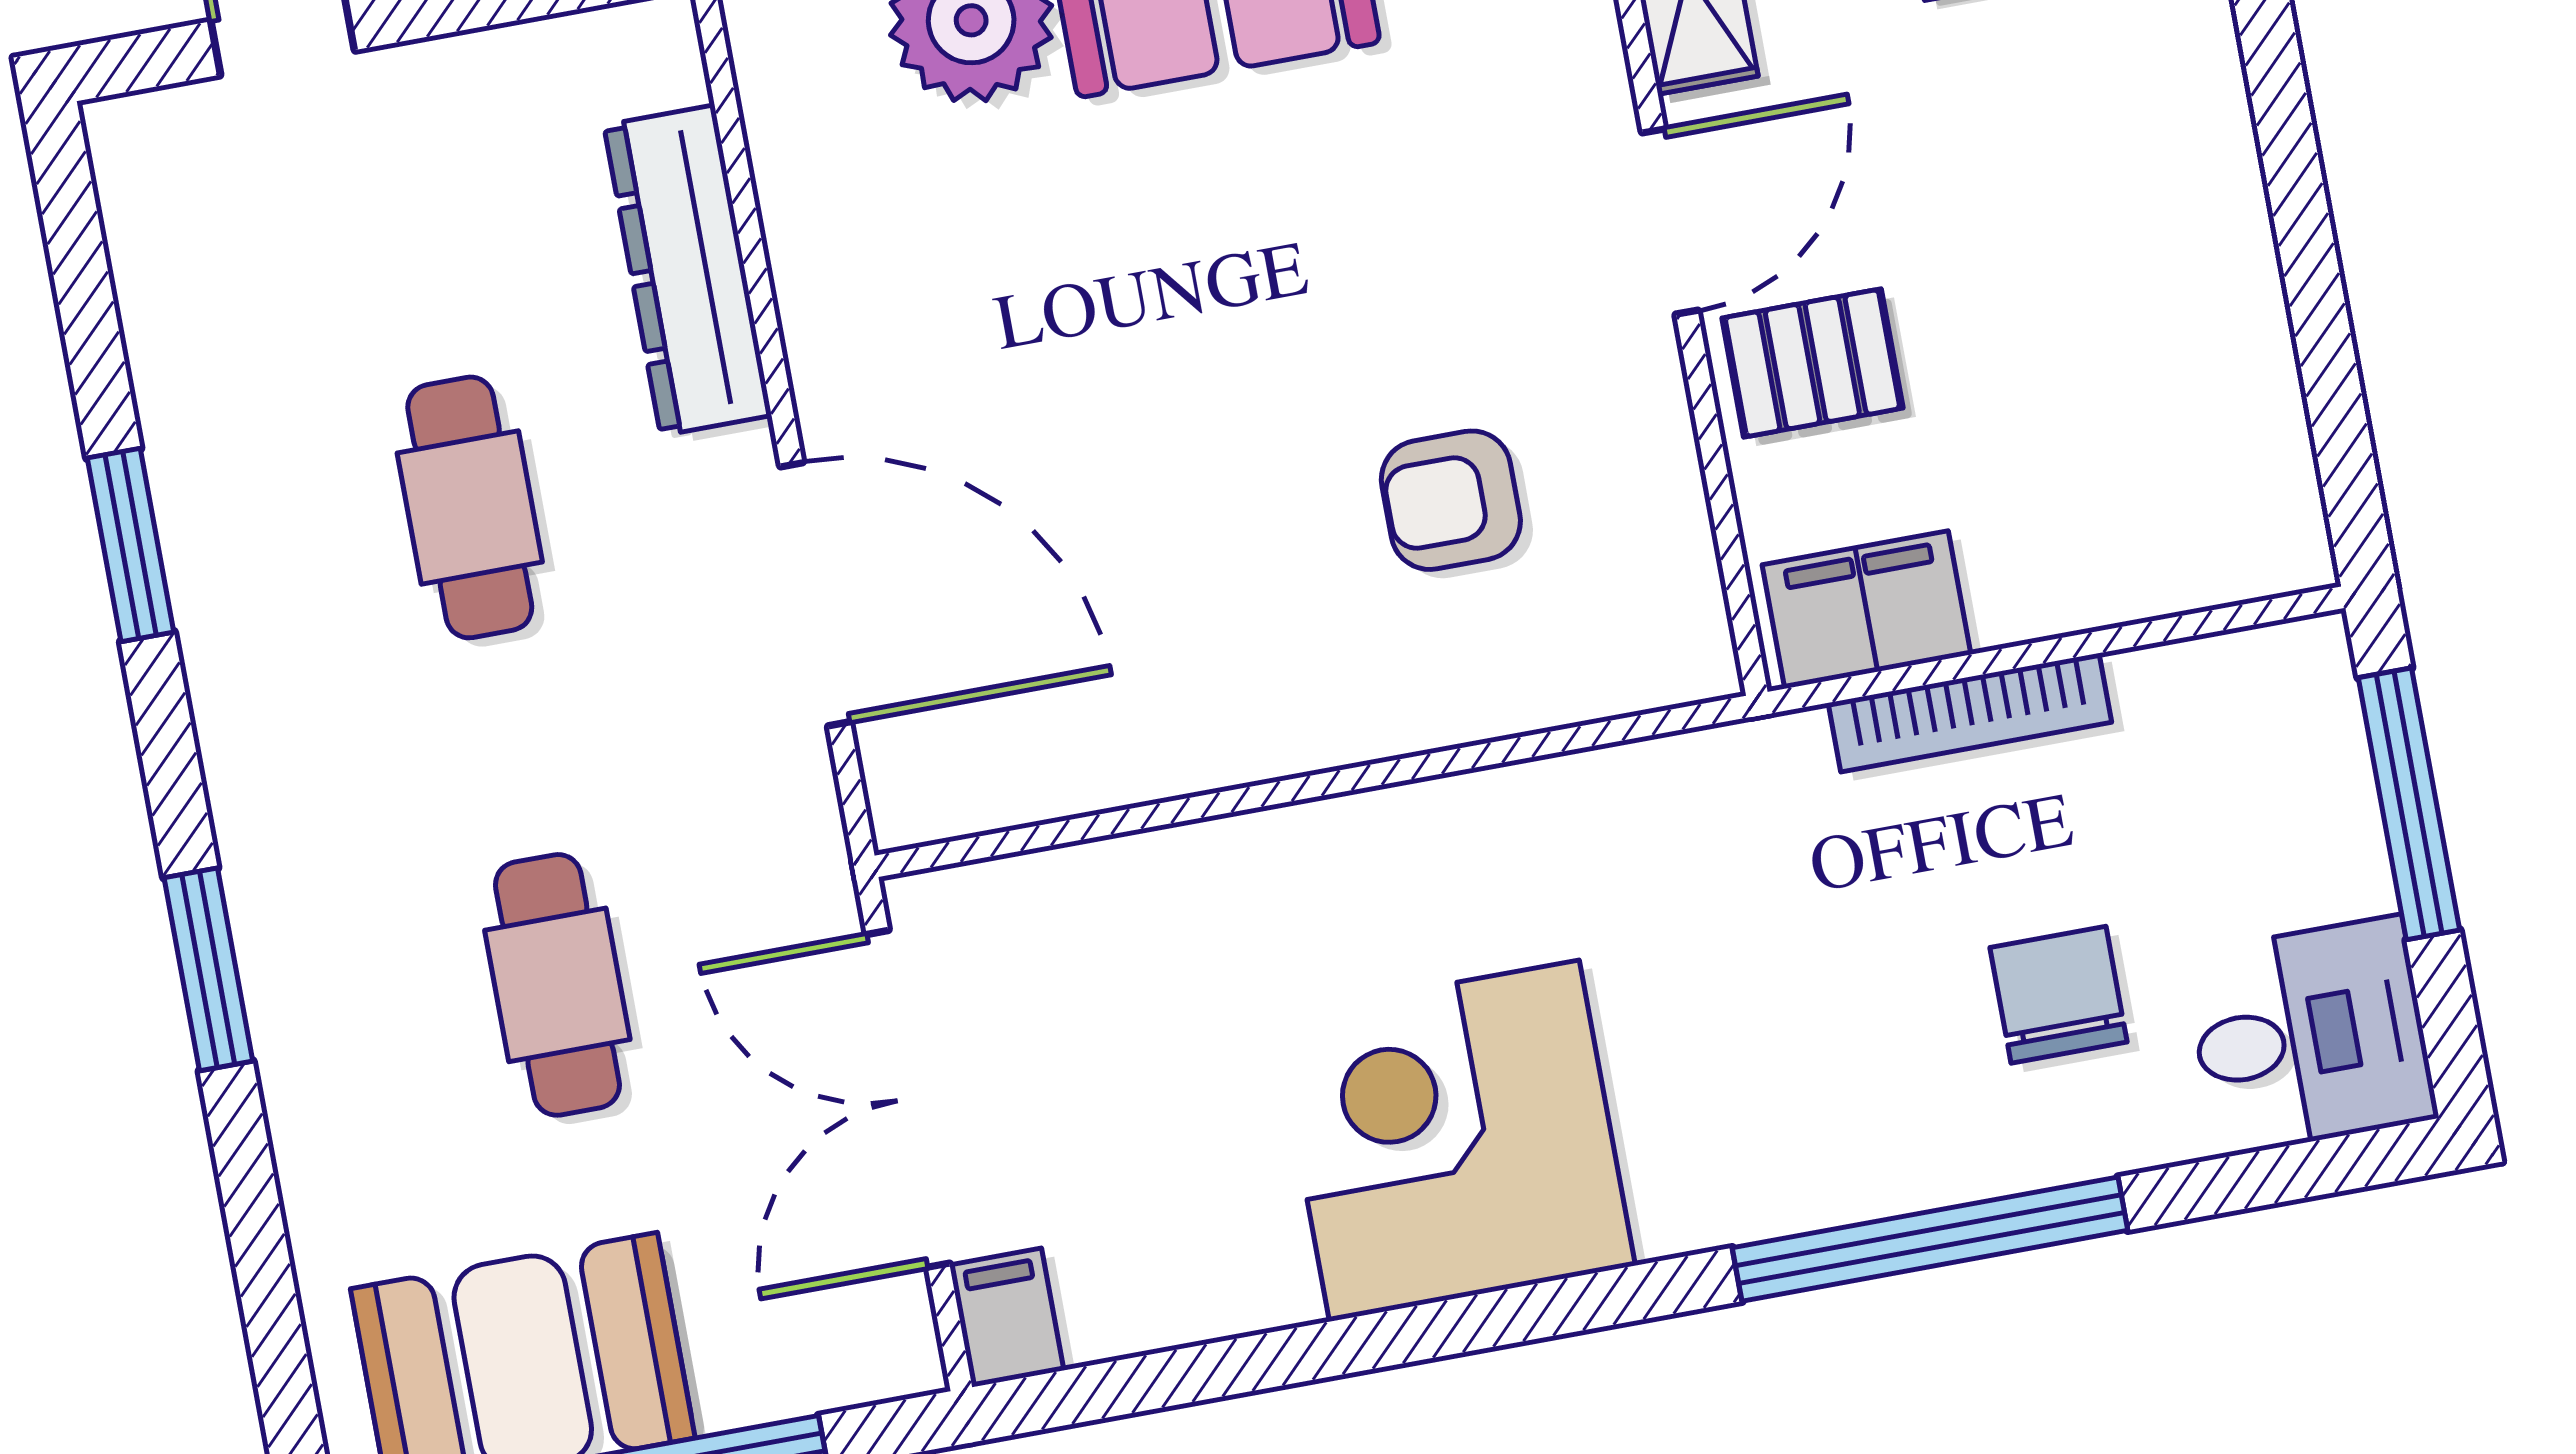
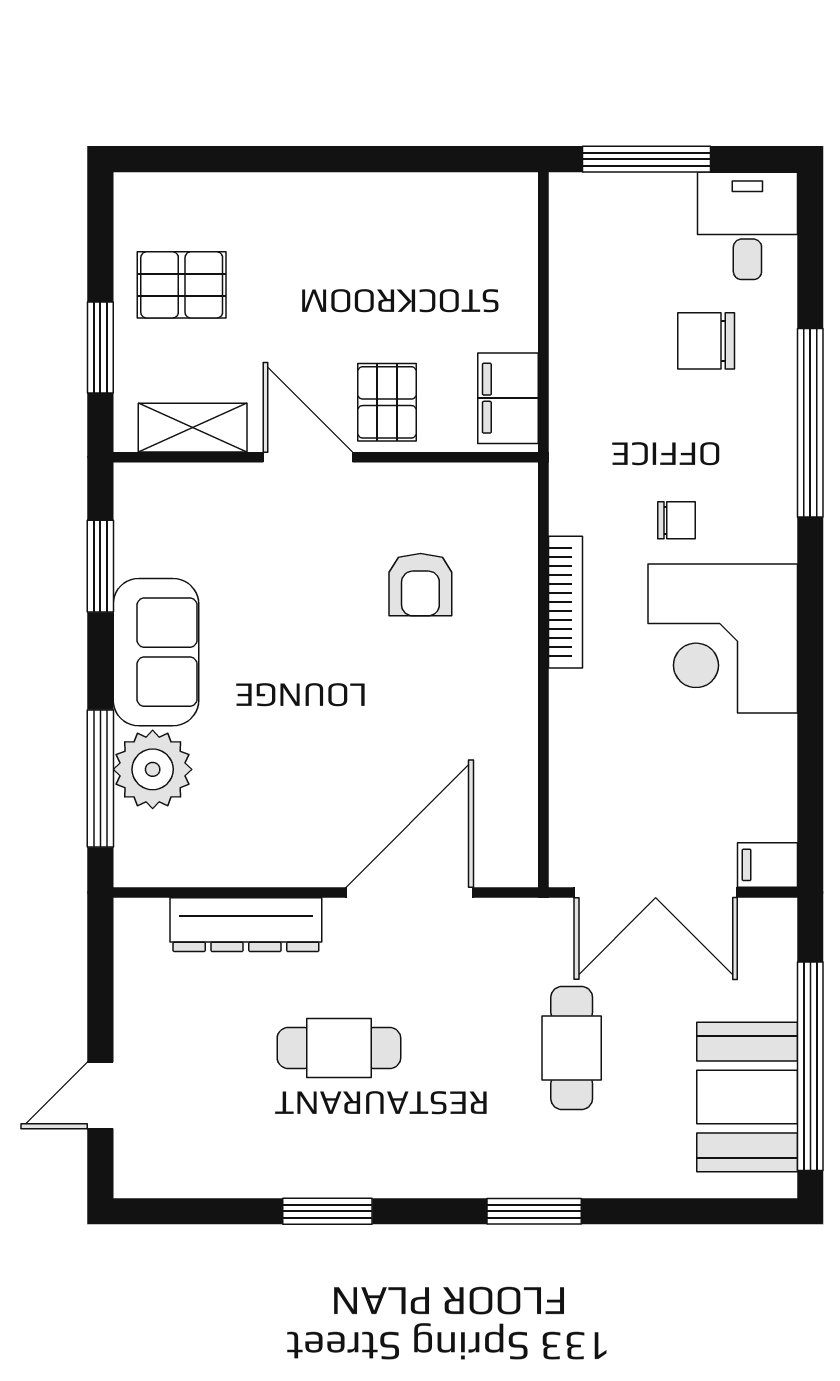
bookcase: (1970, 713) -> (565, 602), moved
cafe table: (557, 985) -> (572, 1048), turned 90
chair: (1680, 1001) -> (676, 520), added

